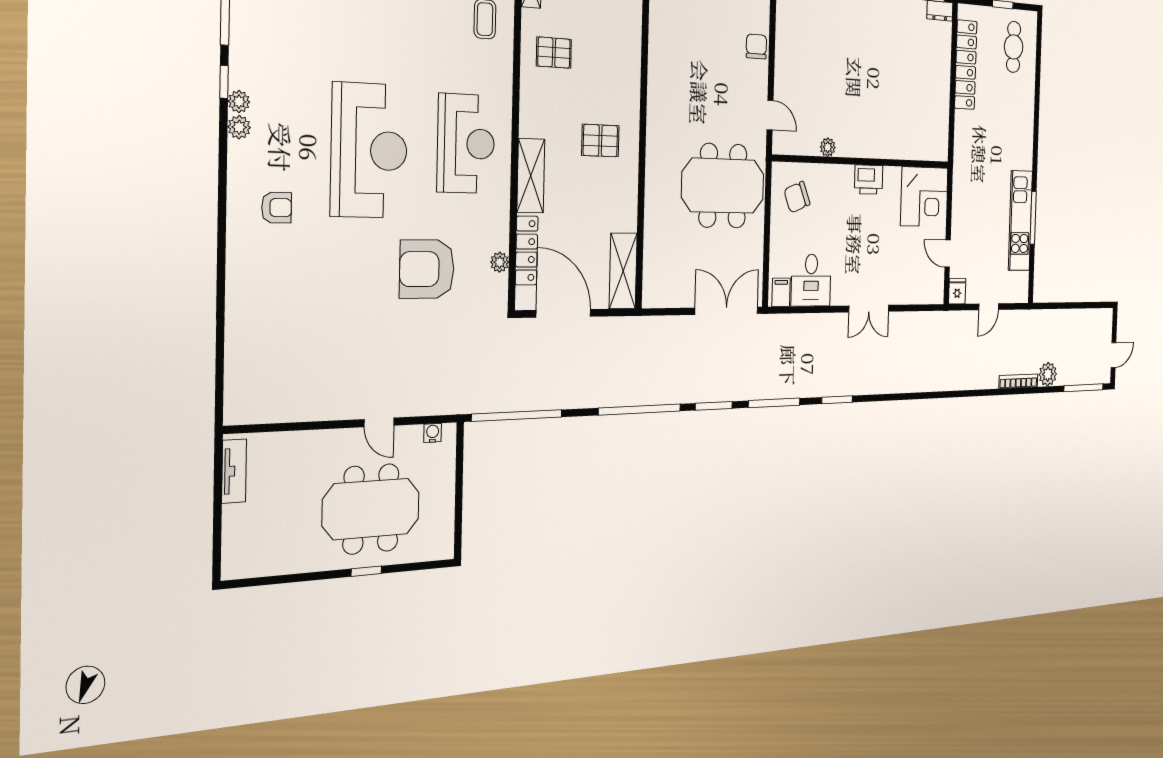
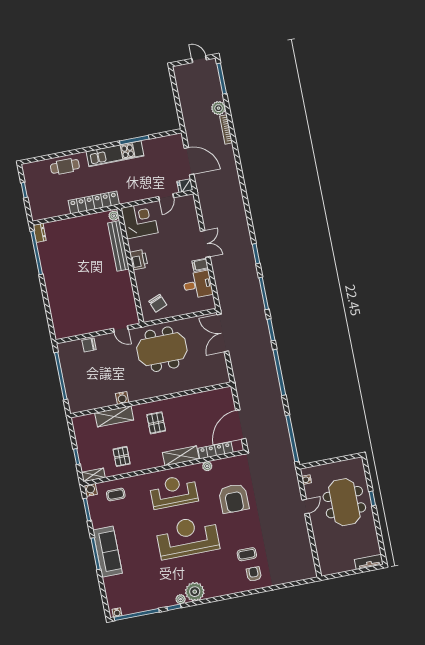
cafe table: (1014, 47) -> (65, 166), moved
locker: (966, 65) -> (94, 202), moved
water cooler: (657, 84) -> (122, 398), added
door: (770, 115) -> (121, 329), swing flipped
plant: (239, 127) -> (195, 592), width x1.88, depth x1.88
plant: (828, 147) -> (114, 216), moved
bench: (895, 148) -> (118, 246), added
meeting table: (723, 186) -> (162, 349), turned 90
armchair: (277, 208) -> (254, 574), moved
kitchen unit: (1020, 221) -> (115, 154), moved
plant: (500, 262) -> (207, 466), moved
shelving: (623, 271) -> (114, 416), moved
coffee table: (306, 274) -> (247, 554), added
filing cabinet: (781, 292) -> (200, 265), moved
door: (989, 307) -> (189, 161), width x1.87
tv unit: (234, 471) -> (369, 562), moved

